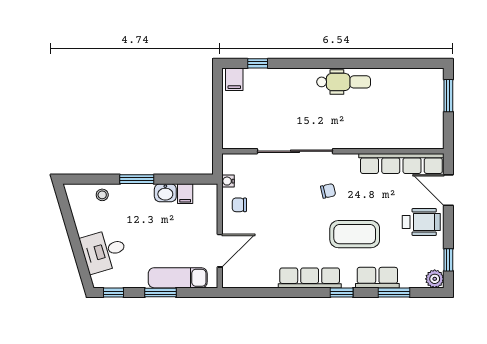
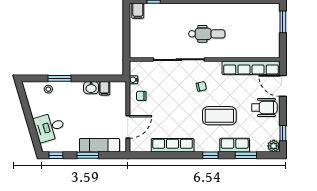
dental chair: (344, 82) -> (207, 34), moved
window: (137, 179) -> (60, 78), moved
row of seats: (310, 278) -> (173, 145), moved

